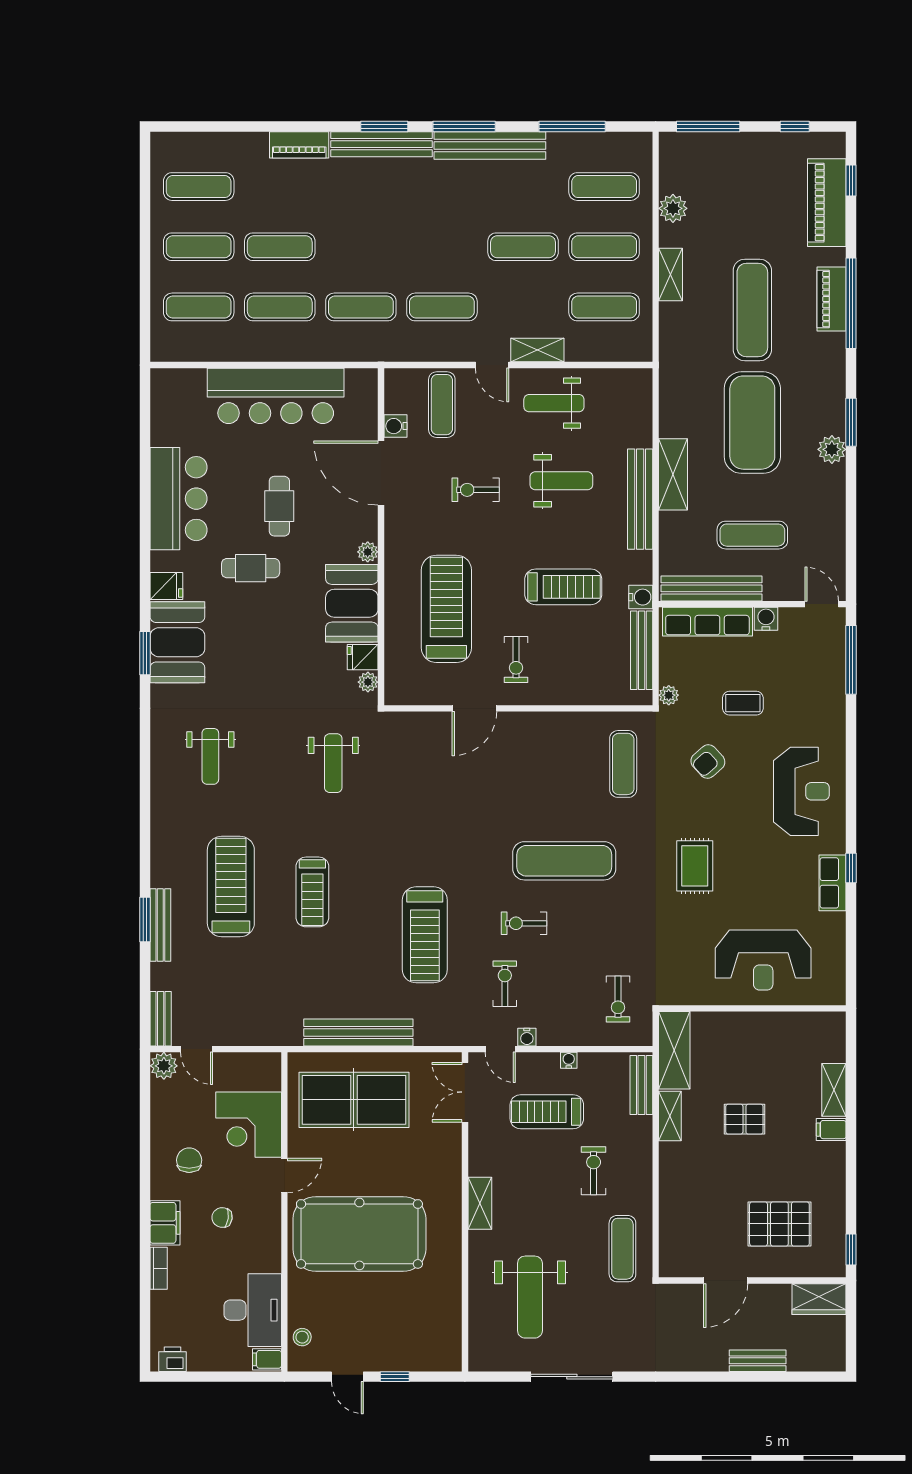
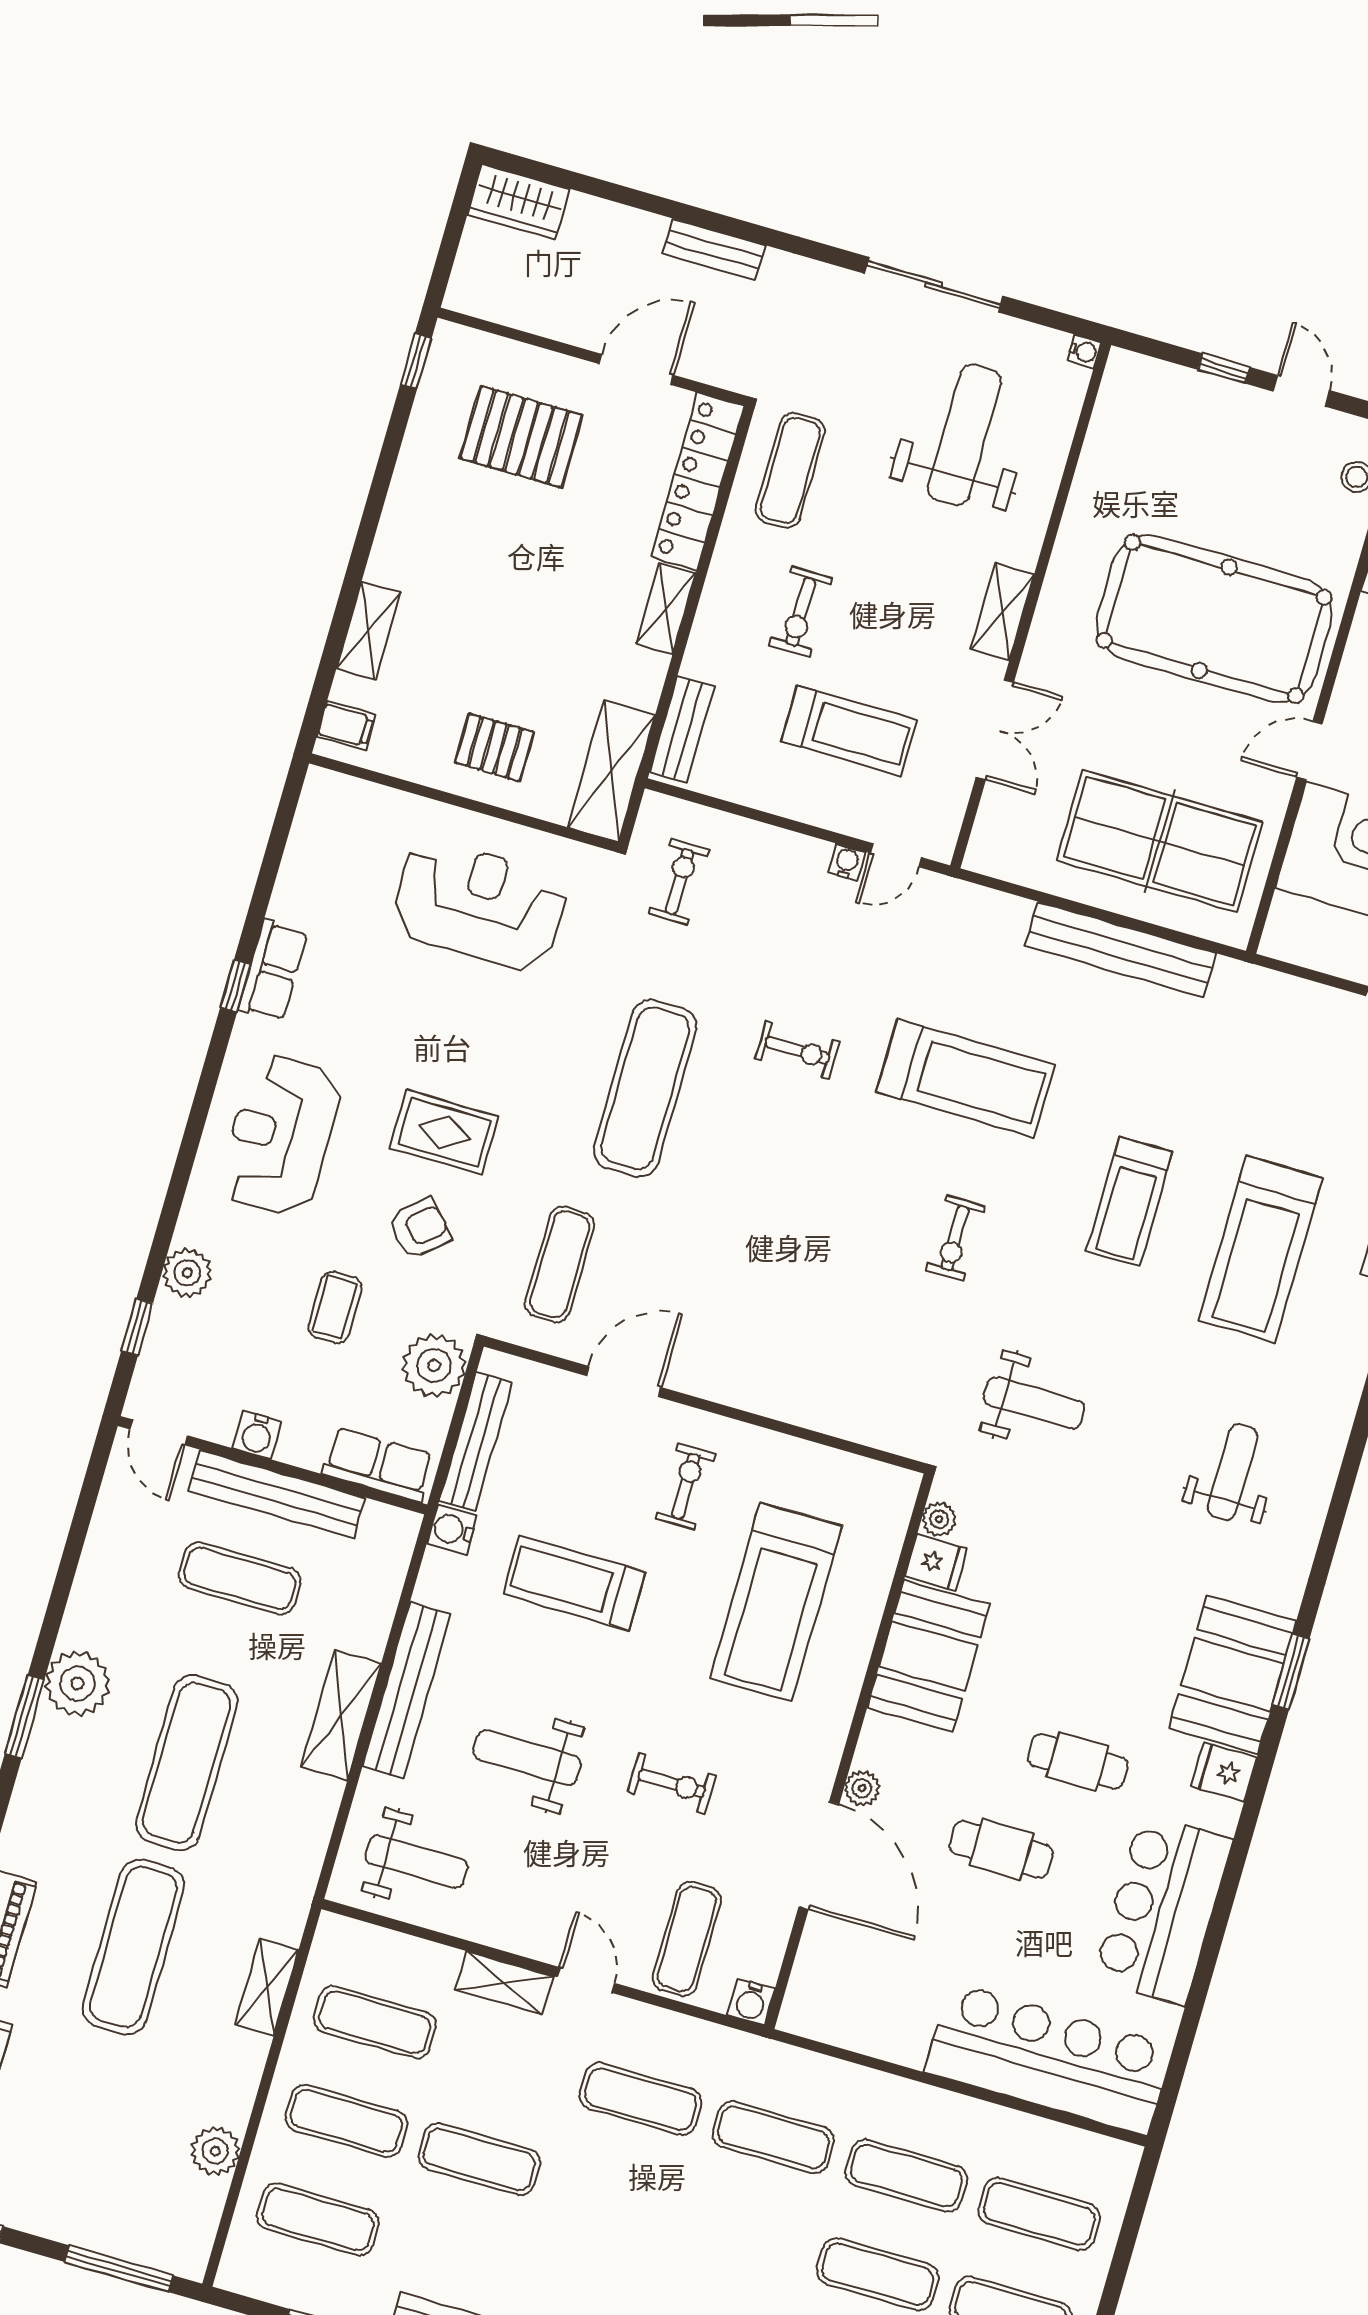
shelving: (671, 275) -> (267, 1987), moved
bar counter: (276, 396) -> (1049, 2059), moved
weight bench: (554, 403) -> (417, 1862), moved
exercise mat: (752, 423) -> (187, 1763), width x0.68
water cooler: (395, 426) -> (751, 2002), moved, turned 90
plant: (832, 449) -> (77, 1683), width x1.36, depth x1.36
cafe table: (279, 506) -> (1001, 1849), turned 90
plant: (368, 552) -> (862, 1788), moved
bench: (712, 588) -> (277, 1494), moved
row of seats: (707, 622) -> (378, 1465), width x0.68
window: (851, 660) -> (137, 1327), width x0.46
plant: (669, 695) -> (434, 1366), width x1.87, depth x1.87
plant: (832, 699) -> (187, 1273), added
coffee table: (743, 703) -> (335, 1307), turned 90
door: (474, 708) -> (623, 1381), moved
weight bench: (333, 763) -> (1034, 1403), turned 90
exercise mat: (564, 861) -> (645, 1088), moved, turned 90
rug: (695, 866) -> (444, 1132), moved, turned 90
treadmill: (312, 892) -> (1129, 1202), turned 180
treadmill: (425, 935) -> (966, 1078), turned 90
reception desk: (763, 960) -> (480, 905), moved
exercise bike: (505, 984) -> (955, 1238), moved
door: (500, 1049) -> (896, 855), swing flipped
water cooler: (569, 1060) -> (1084, 352), moved, turned -90
double door: (465, 1092) -> (995, 730), moved
shelving: (670, 1116) -> (666, 609), moved
pallet: (744, 1119) -> (494, 747), moved
filing cabinet: (831, 1130) -> (346, 725), moved
locker: (673, 1227) -> (697, 481), added
wardrobe: (819, 1299) -> (519, 202), moved, turned 180
bench: (758, 1361) -> (714, 249), moved

